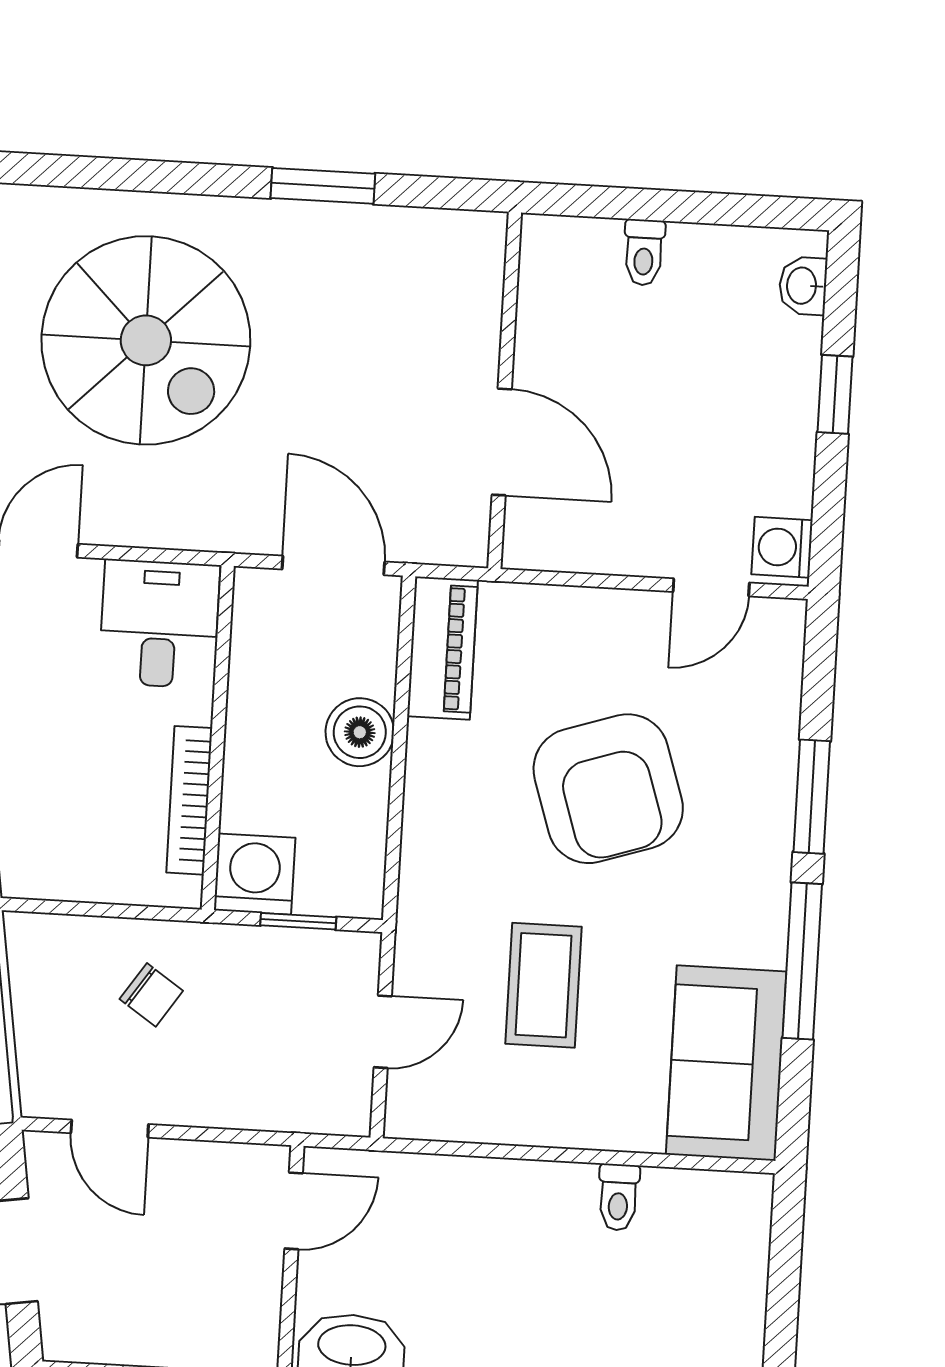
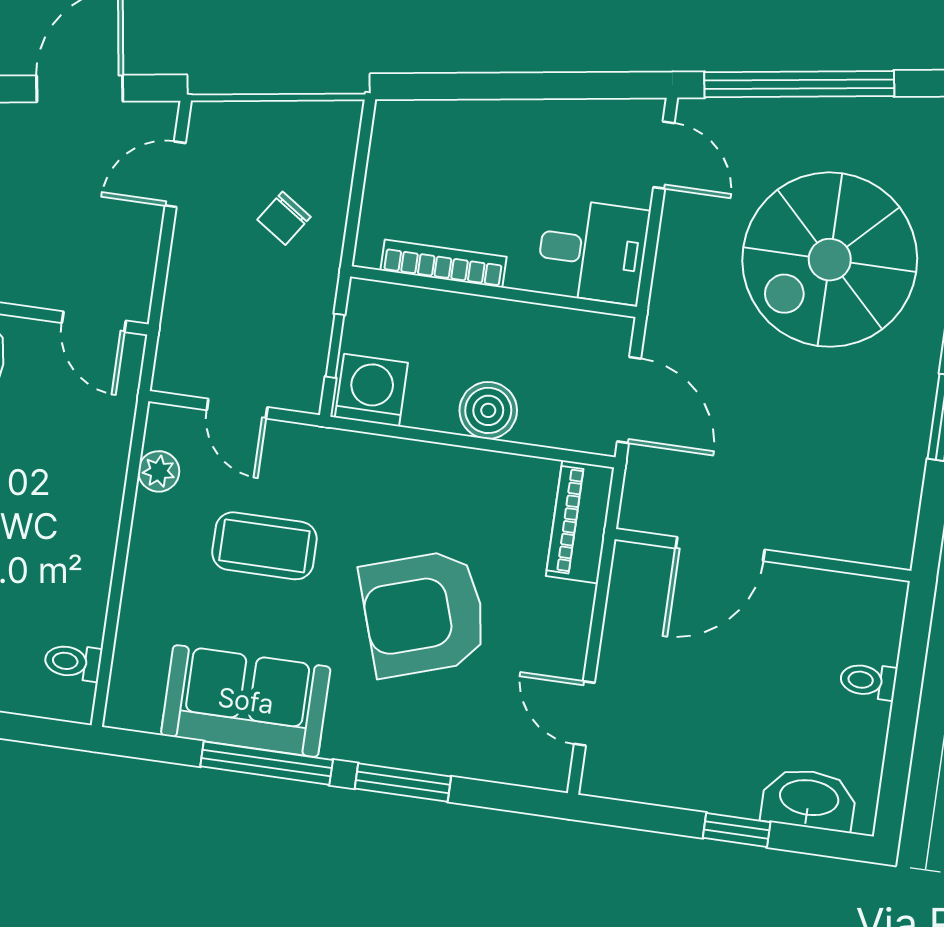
washbasin: (803, 286) -> (809, 799), width x1.91, depth x1.45
washing machine: (782, 547) -> (613, 775), removed
door: (333, 565) -> (629, 400), hinge flipped
piano: (442, 648) -> (580, 522), moved, turned 90
washing machine: (255, 874) -> (371, 390), moved, turned -90
sofa: (726, 1063) -> (246, 701), moved
plant: (465, 1119) -> (159, 471), added
toilet: (618, 1197) -> (73, 662), moved

